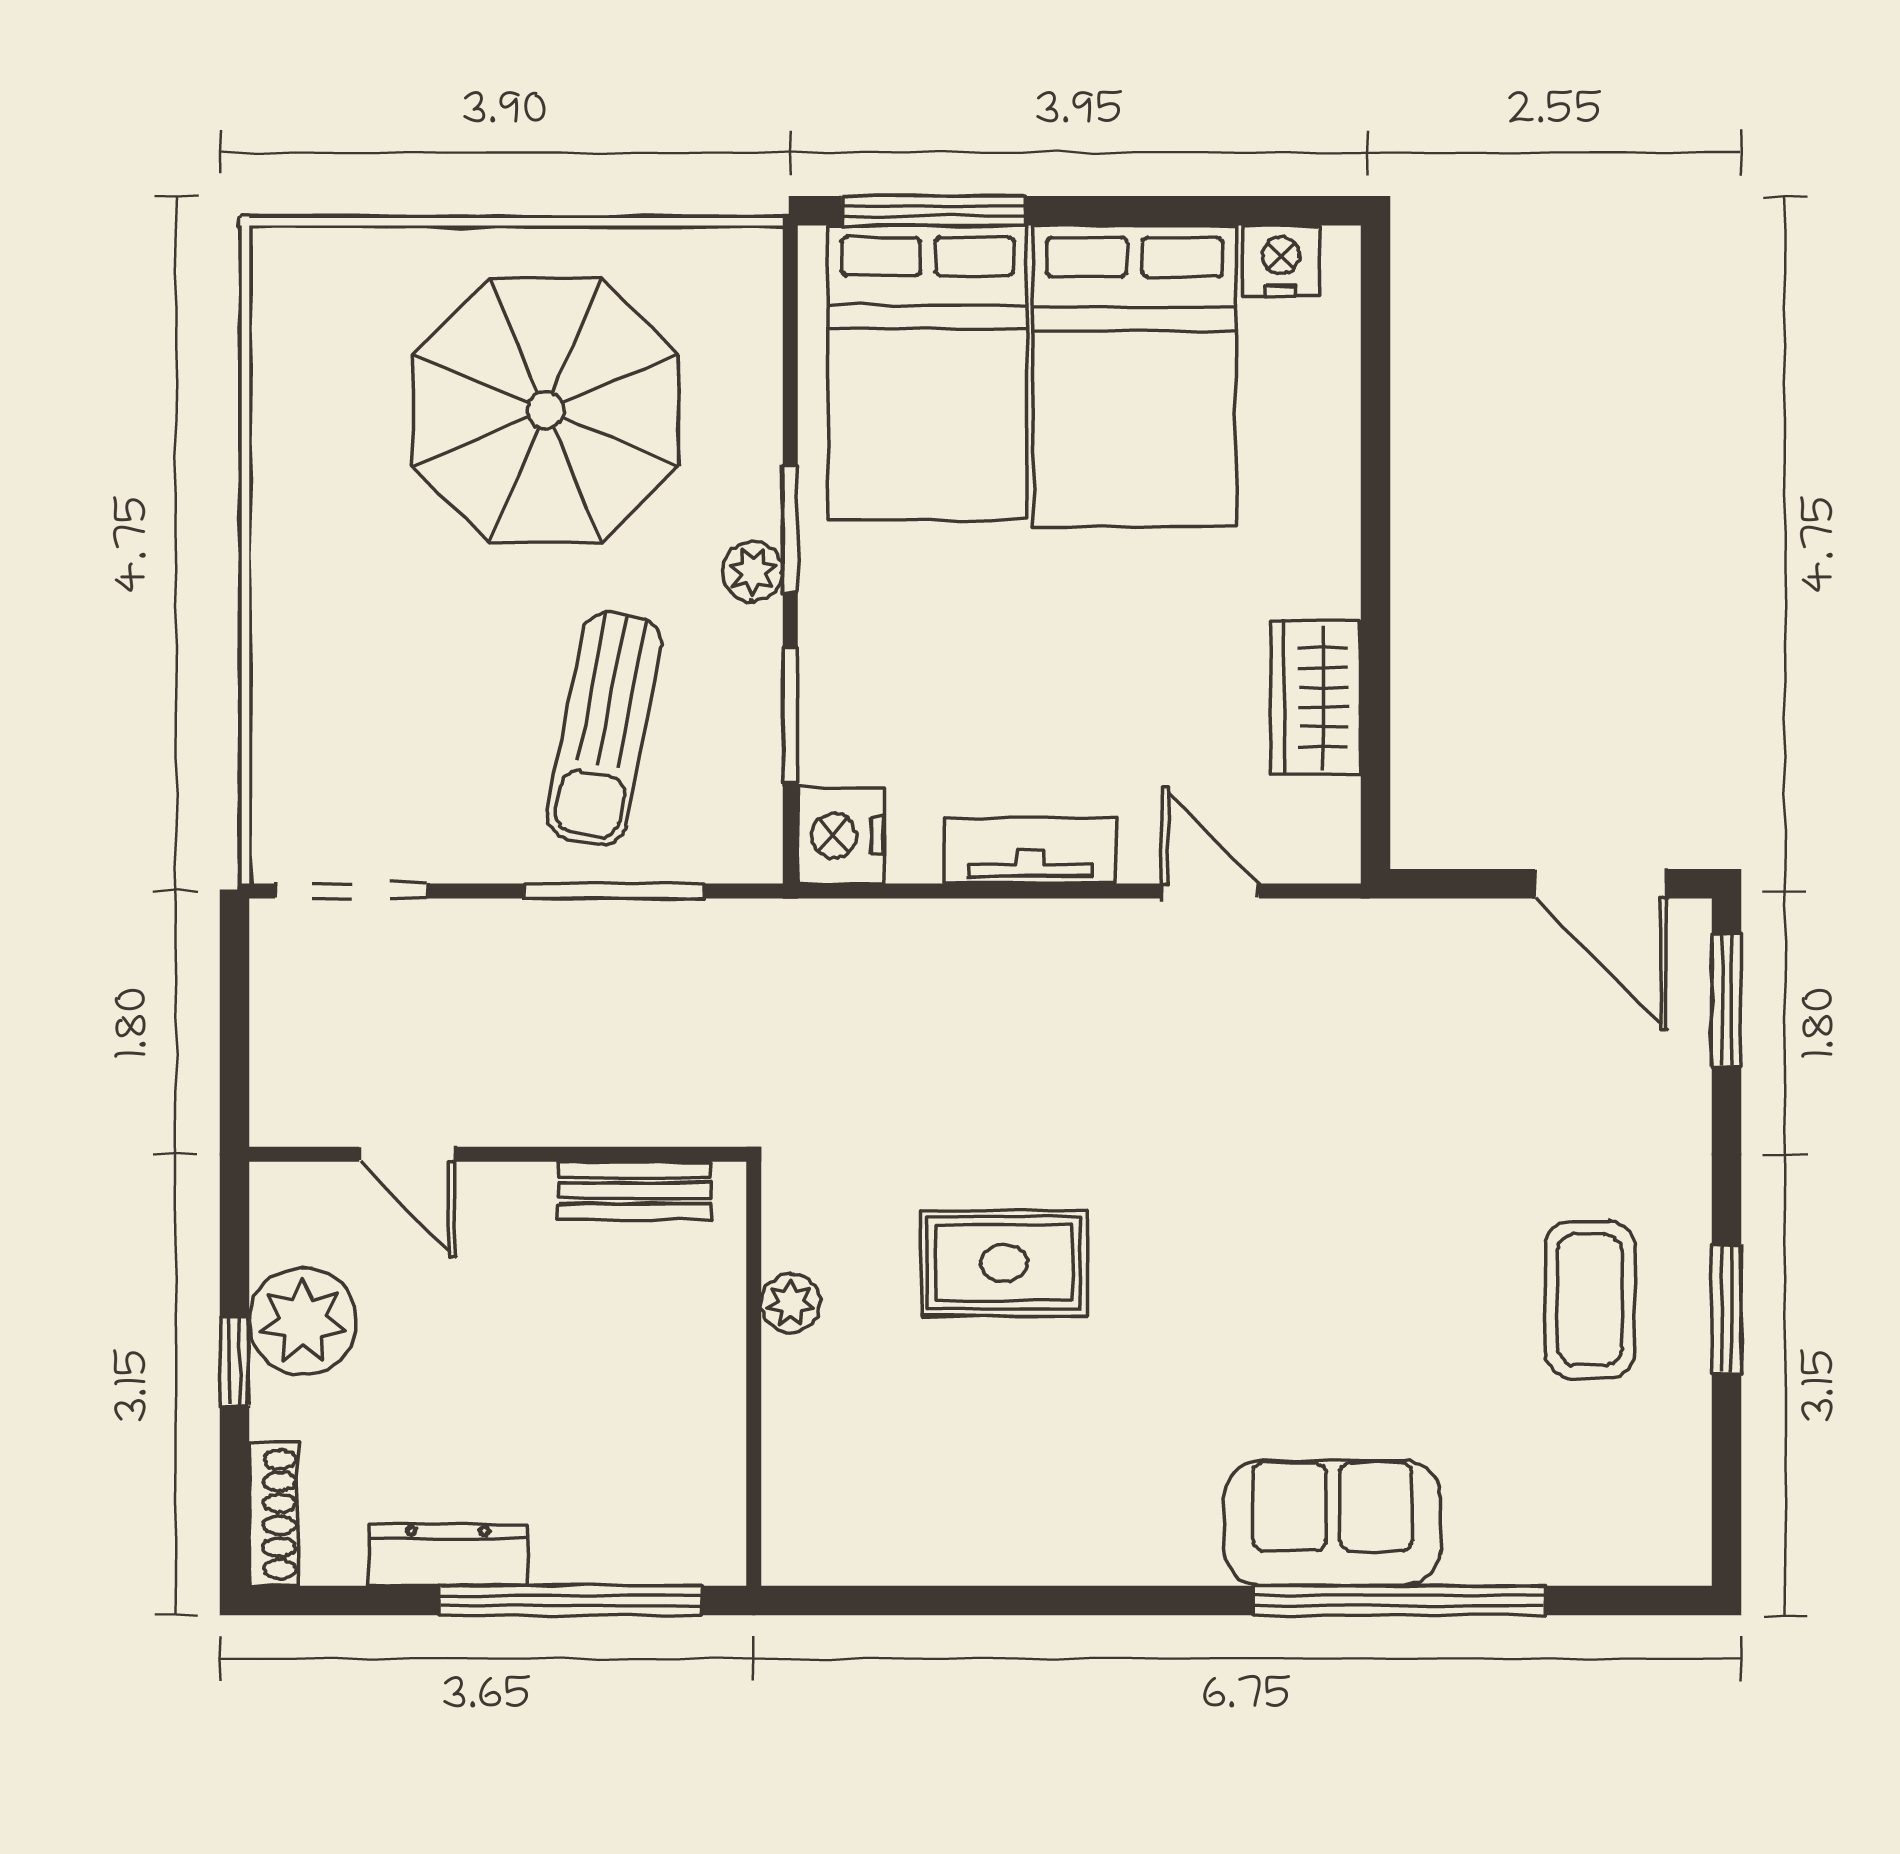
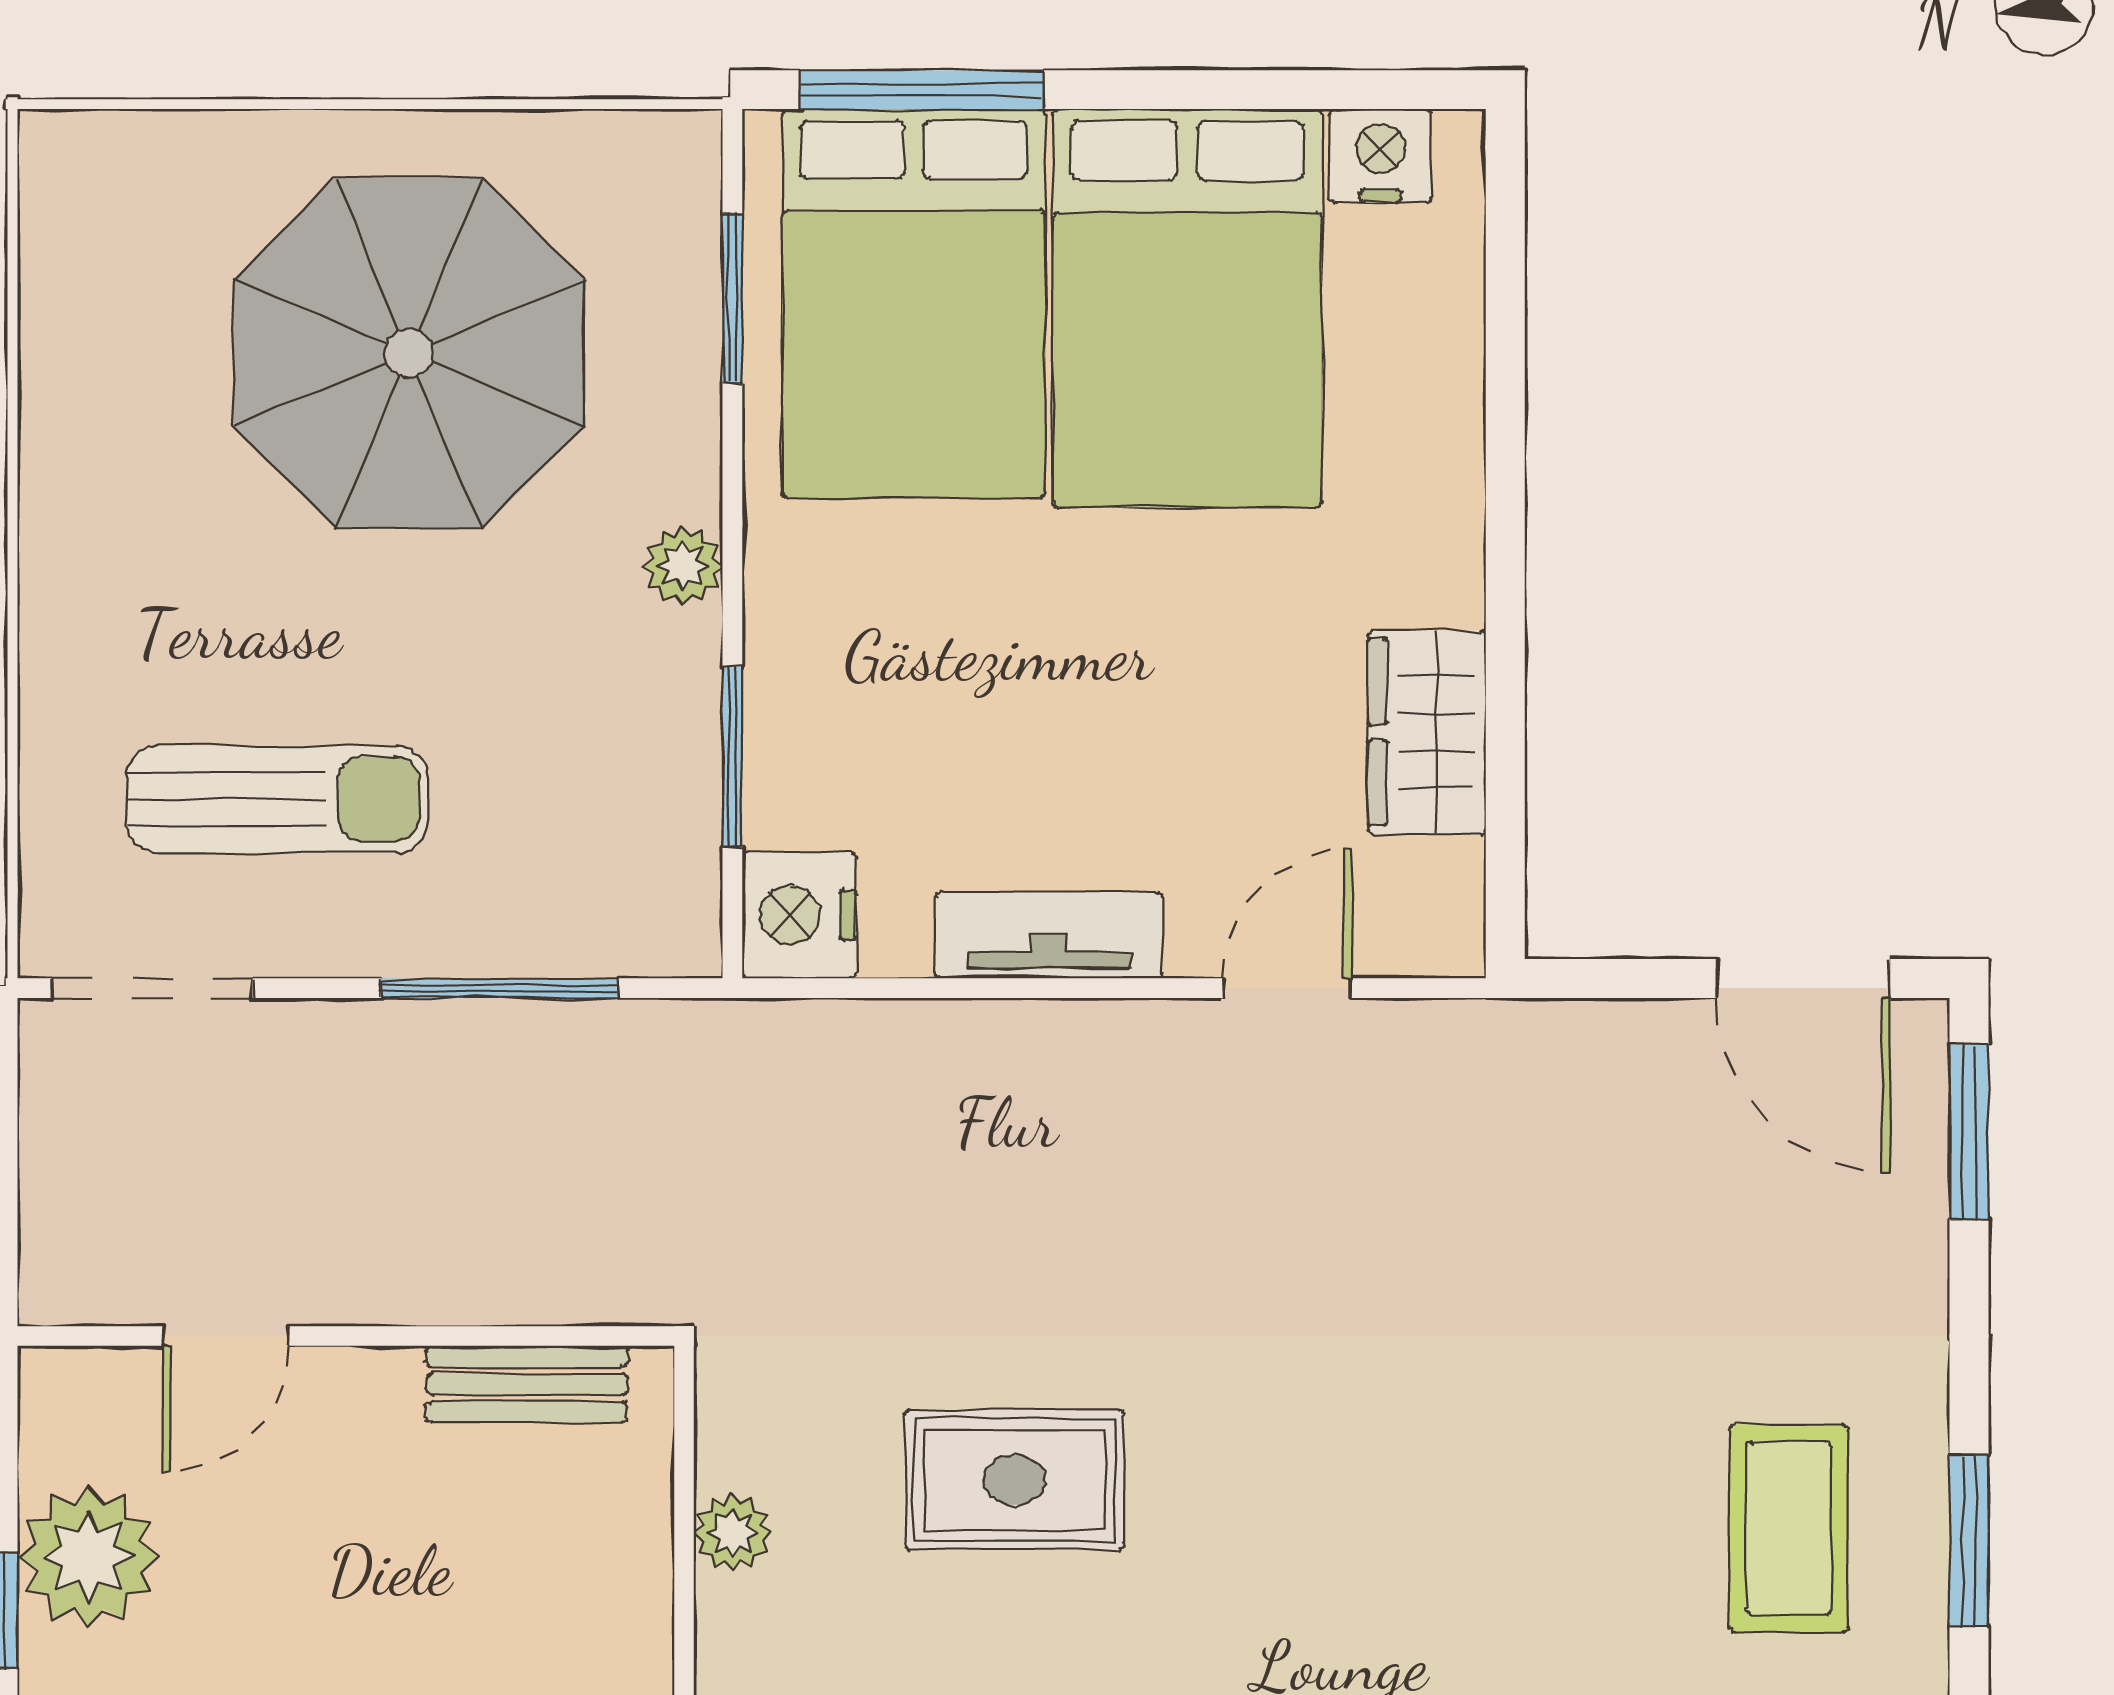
window: (790, 529) -> (732, 298), moved
sun lounger: (605, 728) -> (277, 799), moved, turned -101
door: (1210, 891) -> (1287, 988), hinge flipped
door: (407, 1154) -> (226, 1336), hinge flipped

